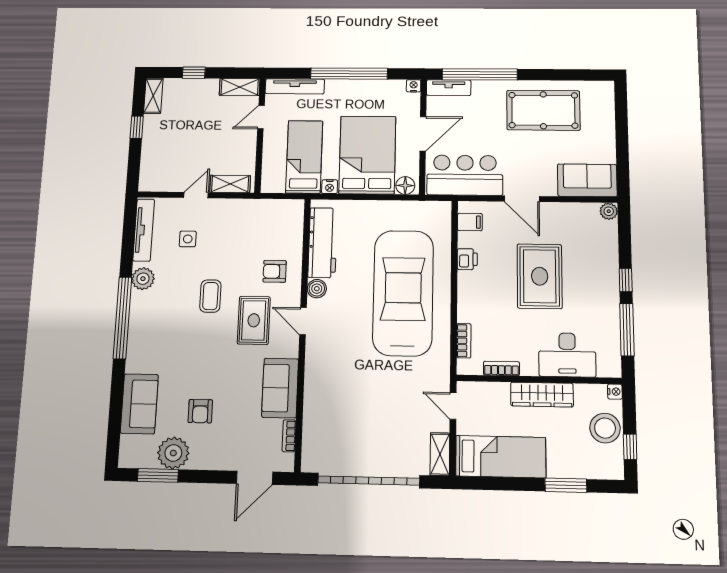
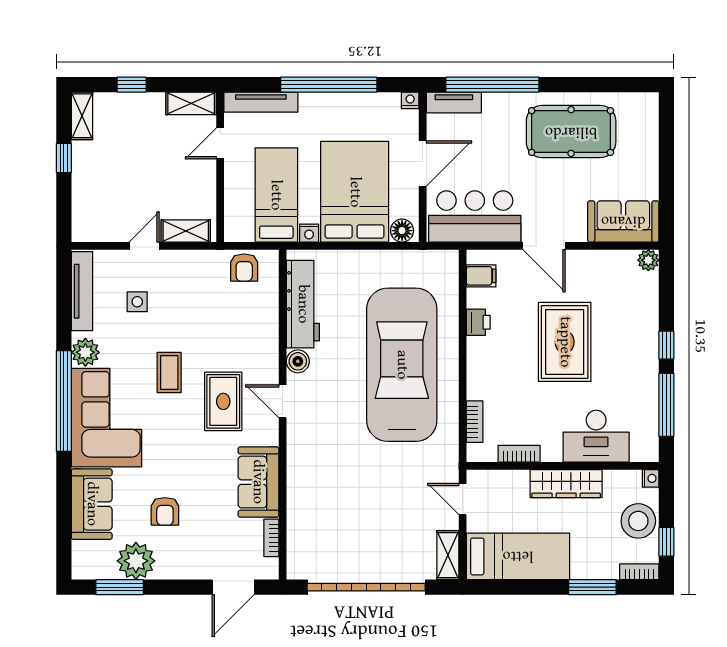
armchair: (275, 271) -> (244, 268), moved, turned -90
corner sofa: (157, 332) -> (106, 418), added
bookcase: (607, 473) -> (639, 572), added

